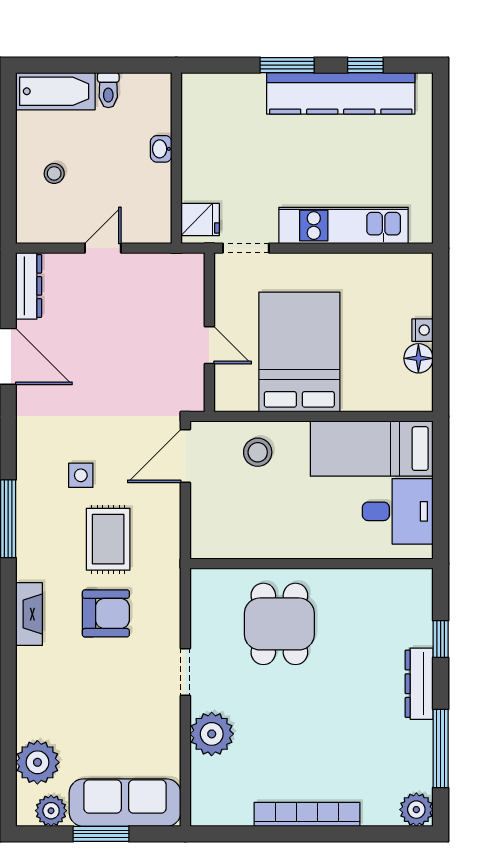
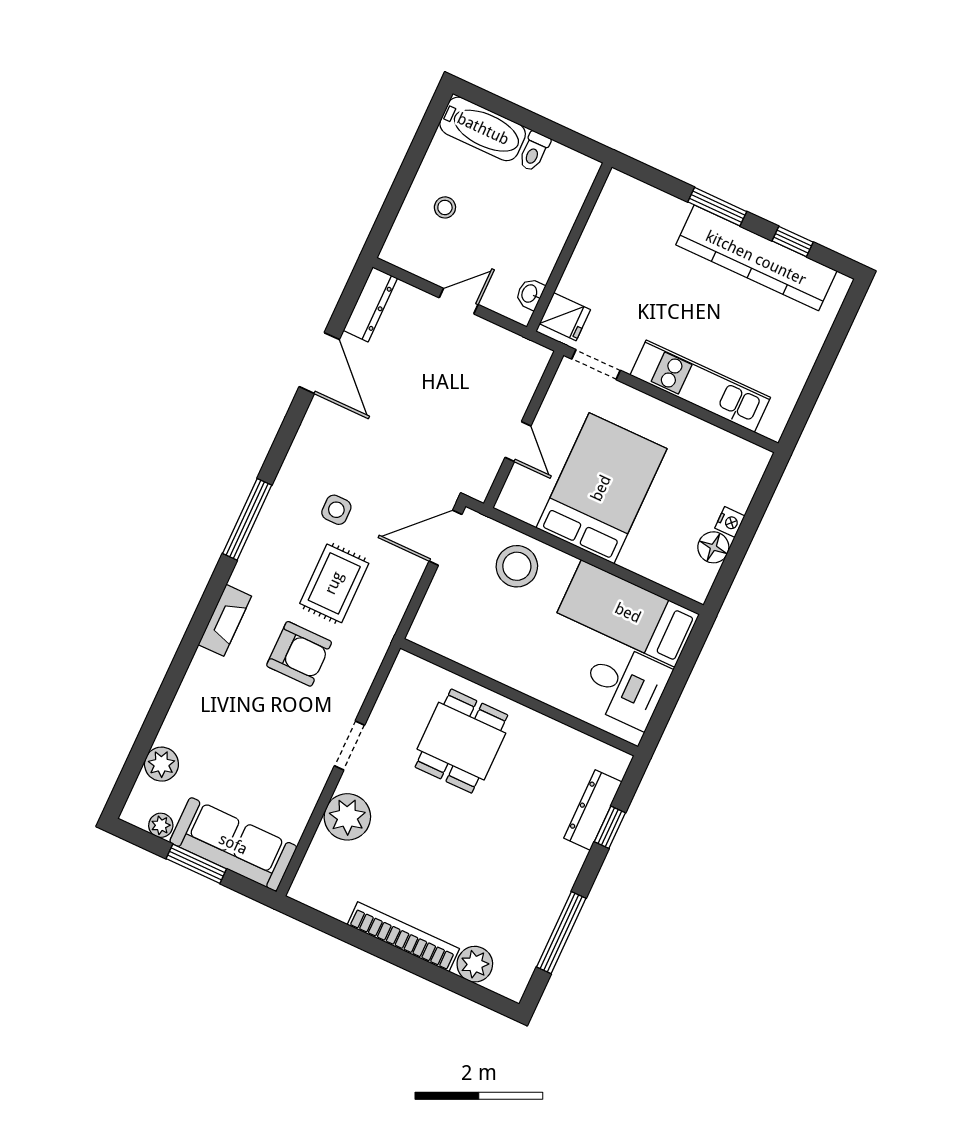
washbasin: (161, 149) -> (530, 294), moved
stool: (258, 452) -> (517, 566), width x1.38, depth x1.38
dresser: (419, 684) -> (593, 810), moved
plant: (37, 762) -> (161, 764), width x0.73, depth x0.73
plant: (416, 810) -> (475, 964), moved
plant: (51, 811) -> (161, 825), width x0.73, depth x0.73

